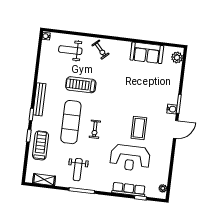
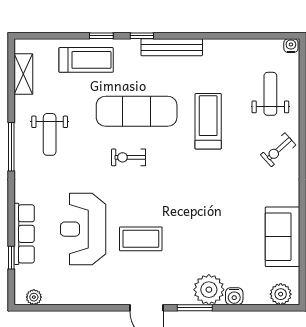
plant: (170, 95) -> (209, 290), added
water cooler: (172, 109) -> (234, 296), moved
weight bench: (78, 170) -> (50, 134), turned -90

